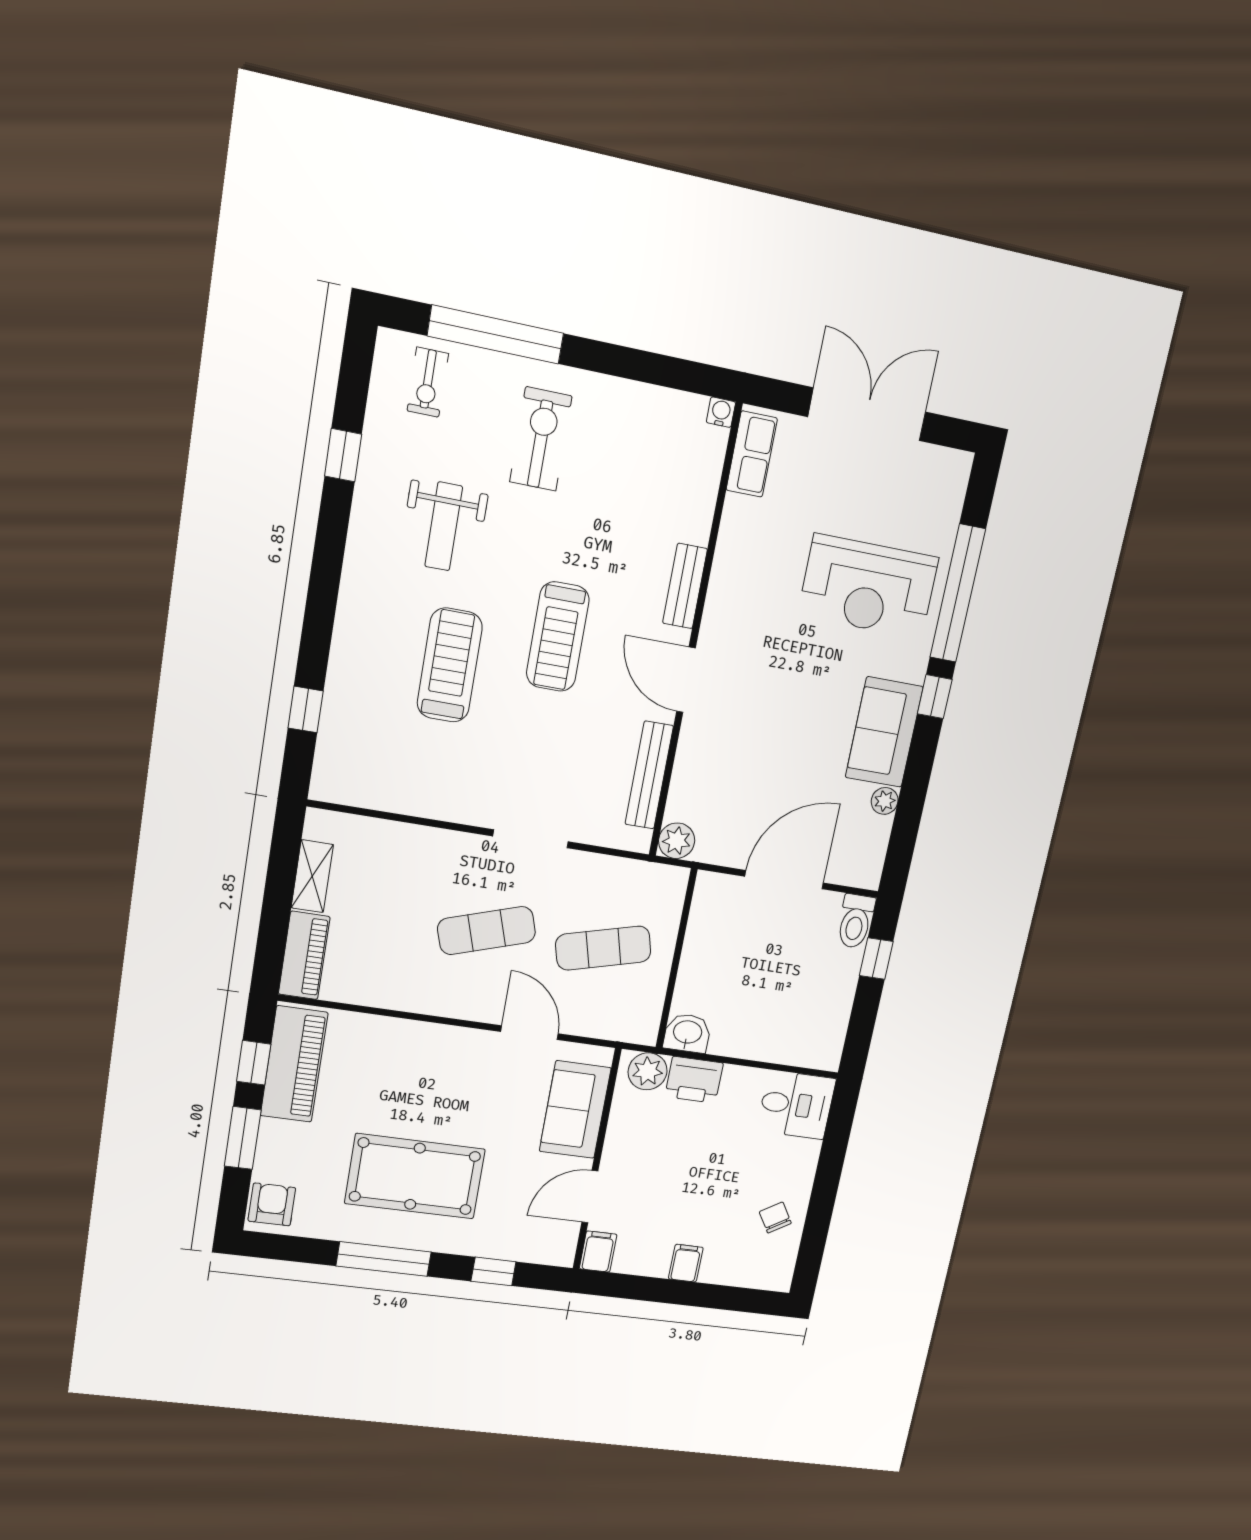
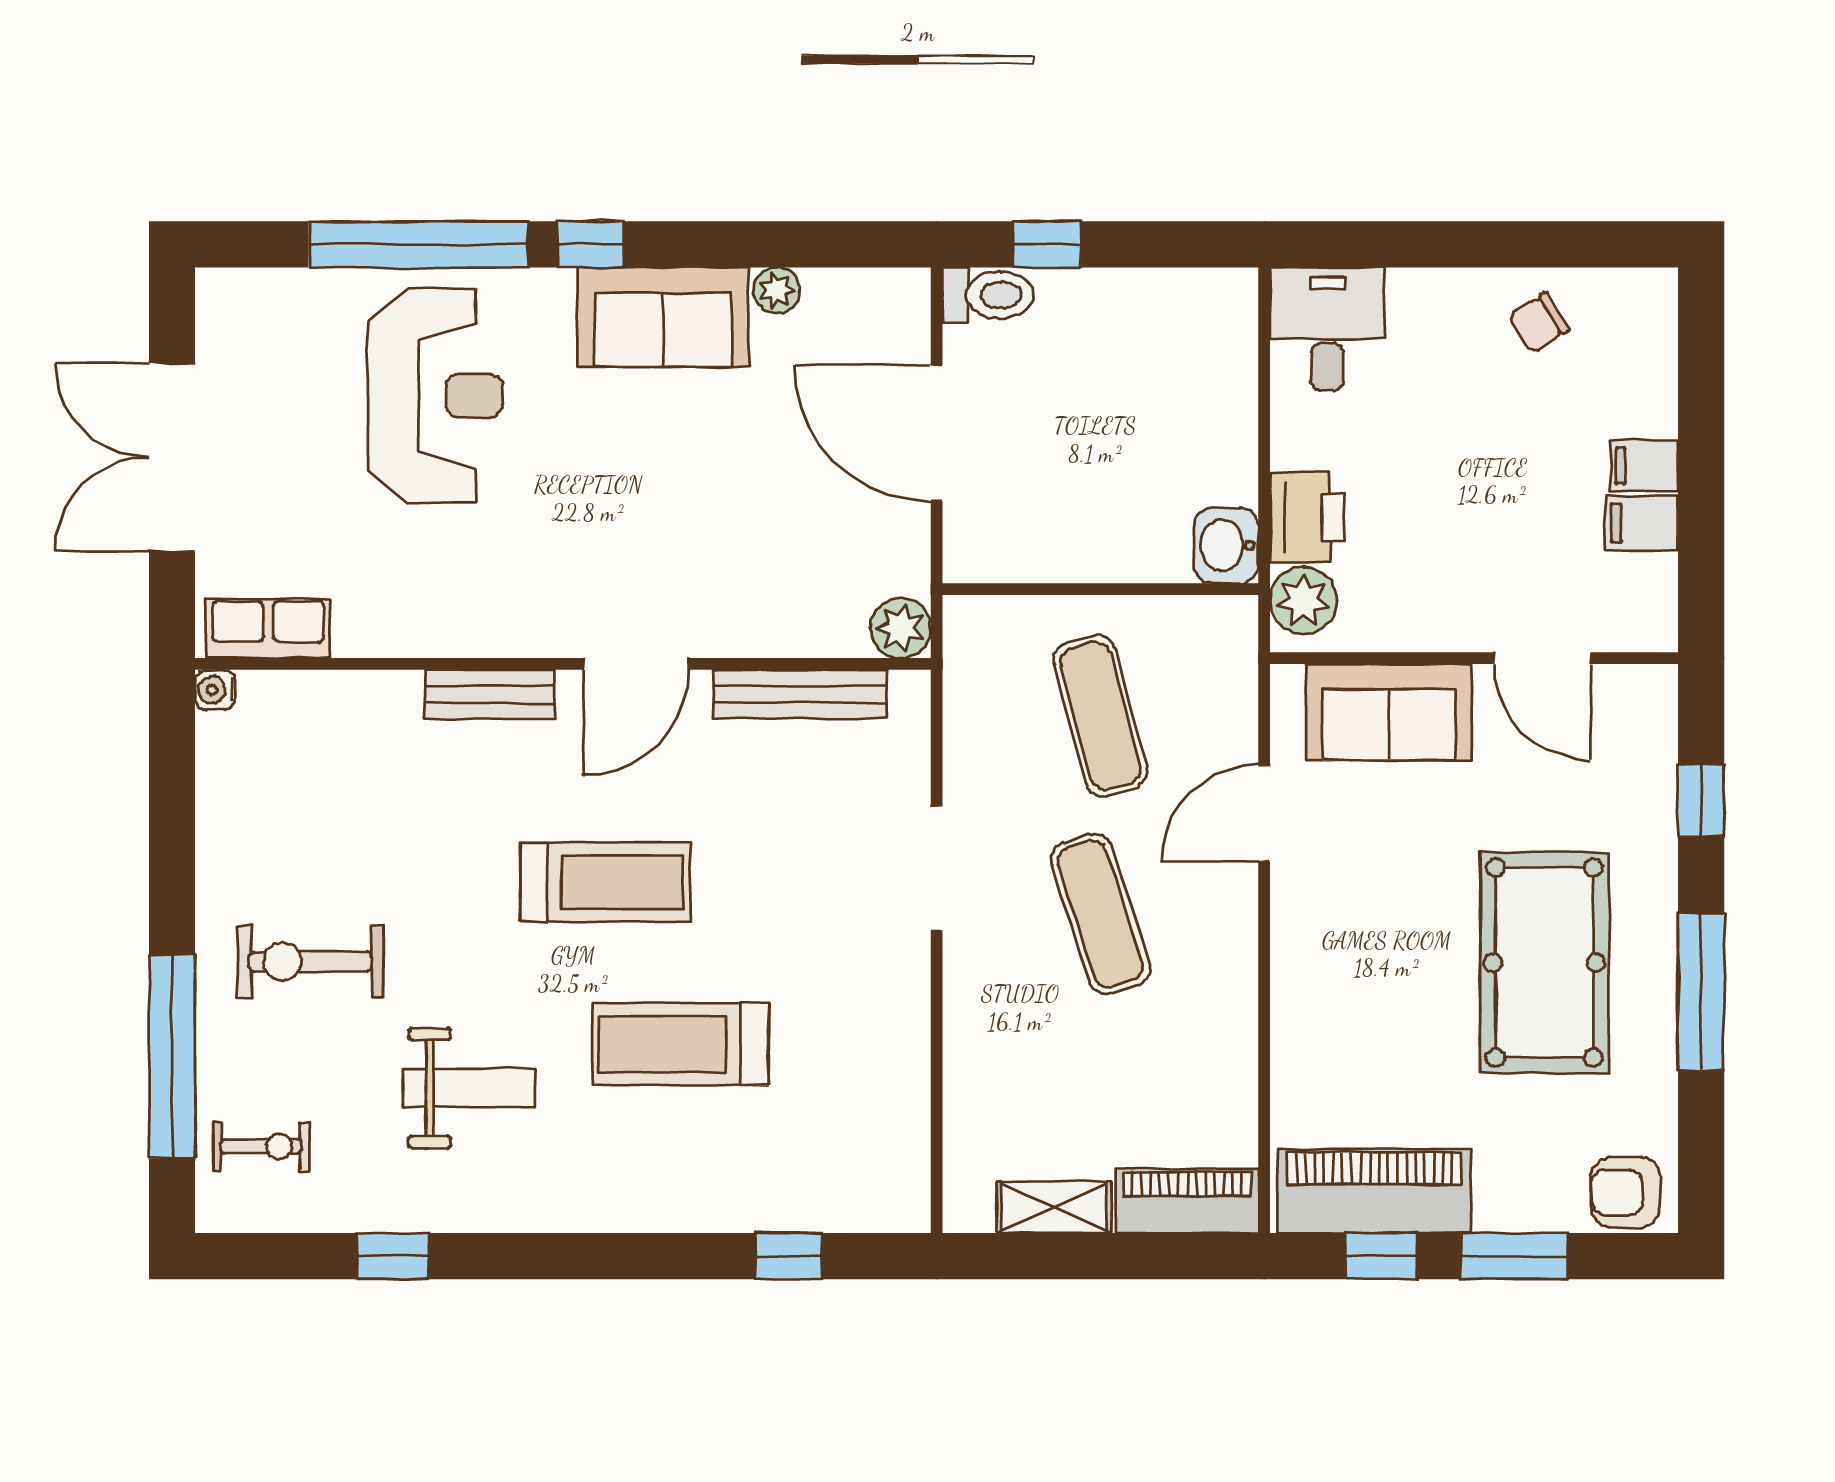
filing cabinet: (598, 1252) -> (1642, 523), moved

